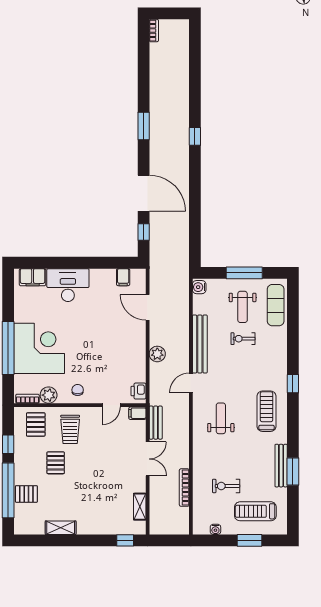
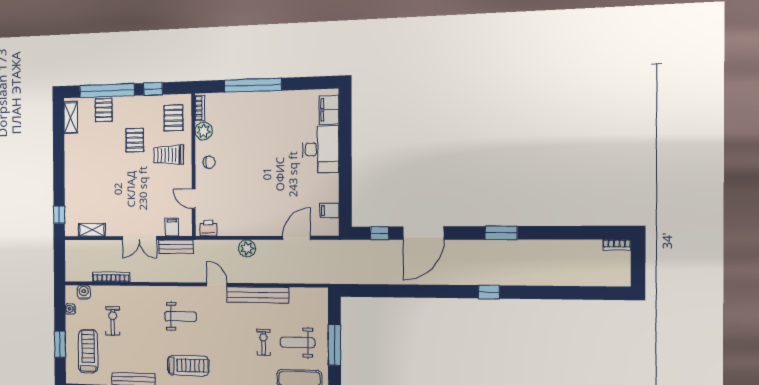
water cooler: (199, 287) -> (84, 292), moved
corner desk: (39, 348) -> (253, 119), removed
filing cabinet: (137, 413) -> (172, 227), moved
pallet: (36, 424) -> (173, 118), turned 90
pallet: (56, 463) -> (135, 140), turned 90
shelving: (61, 528) -> (71, 118), moved

